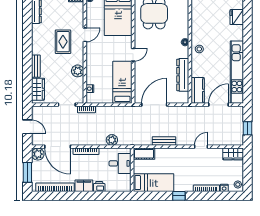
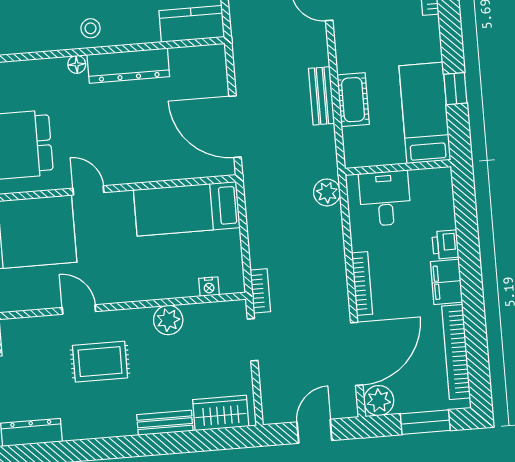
door: (133, 55) -> (88, 190), moved
dresser: (183, 75) -> (128, 66), moved
plant: (112, 140) -> (327, 192), moved
cot: (144, 154) -> (353, 100), moved
window: (179, 196) -> (455, 89), moved

